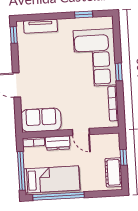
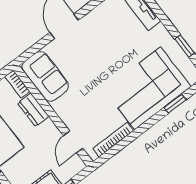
window: (119, 72) -> (175, 104), moved
door: (81, 132) -> (73, 142), moved

